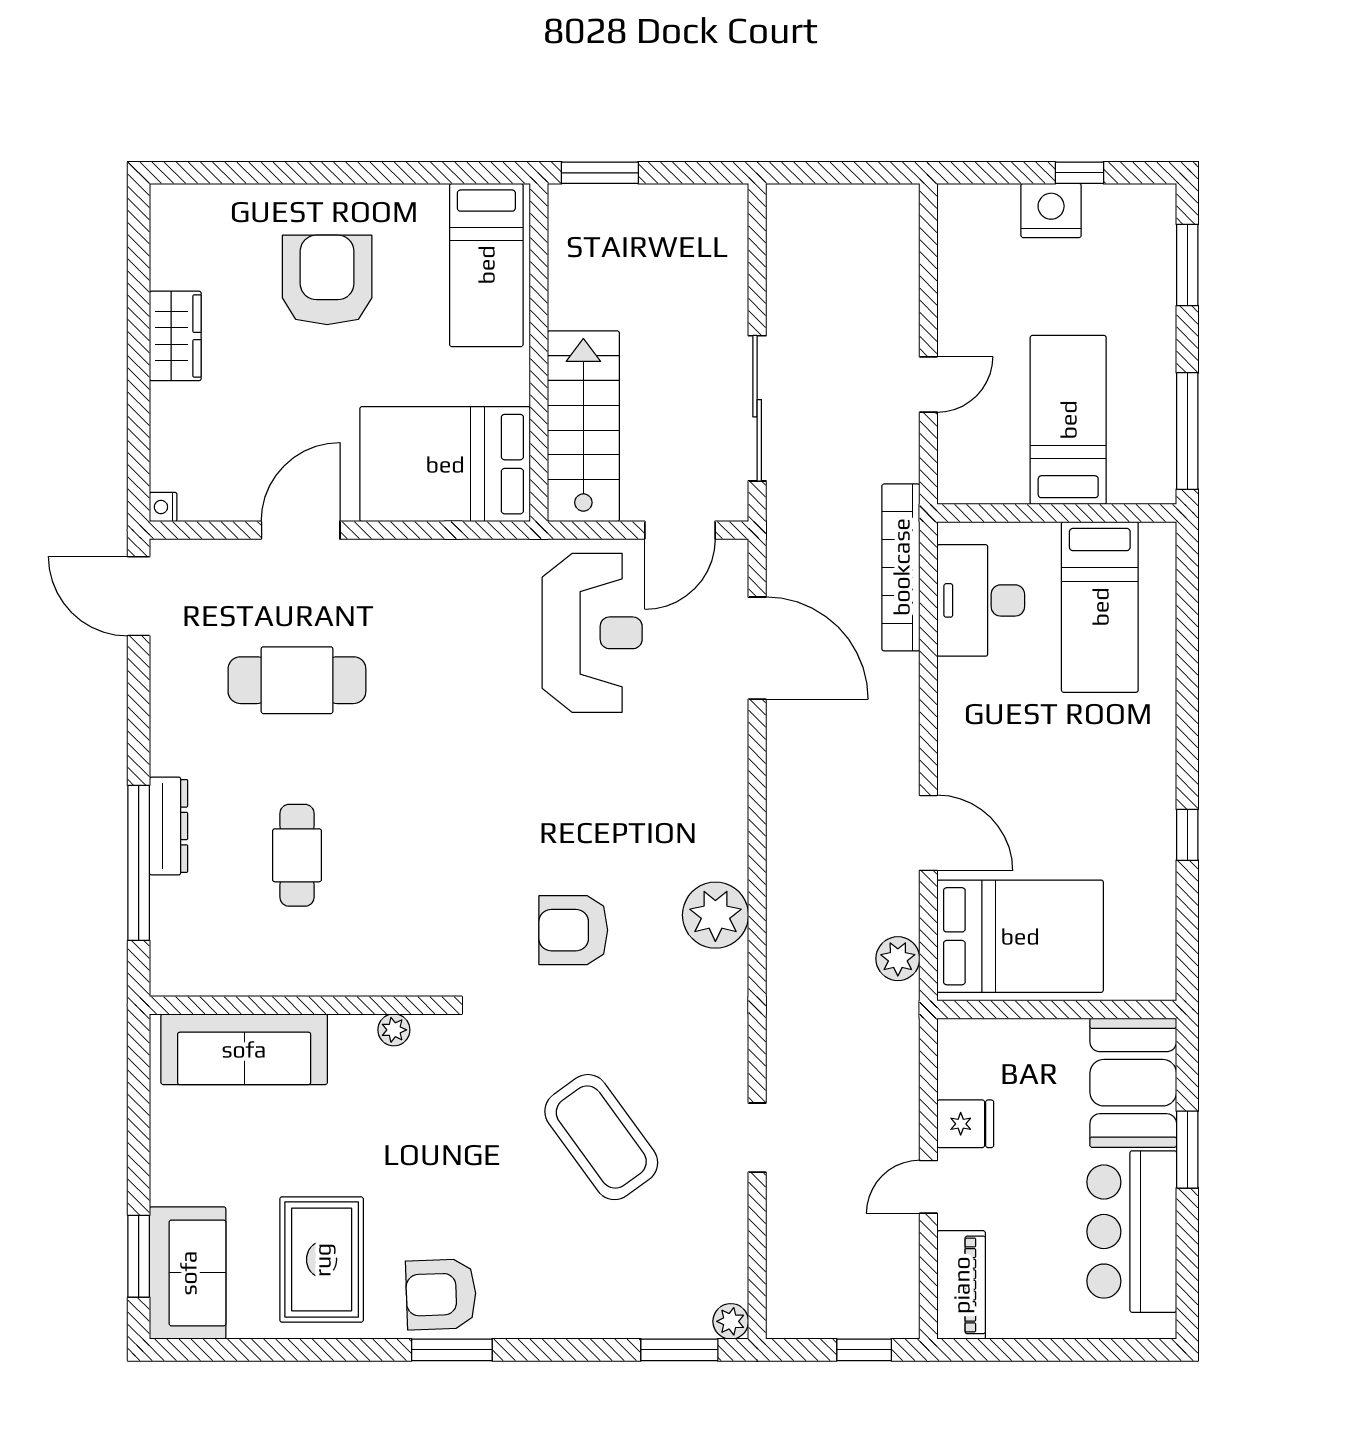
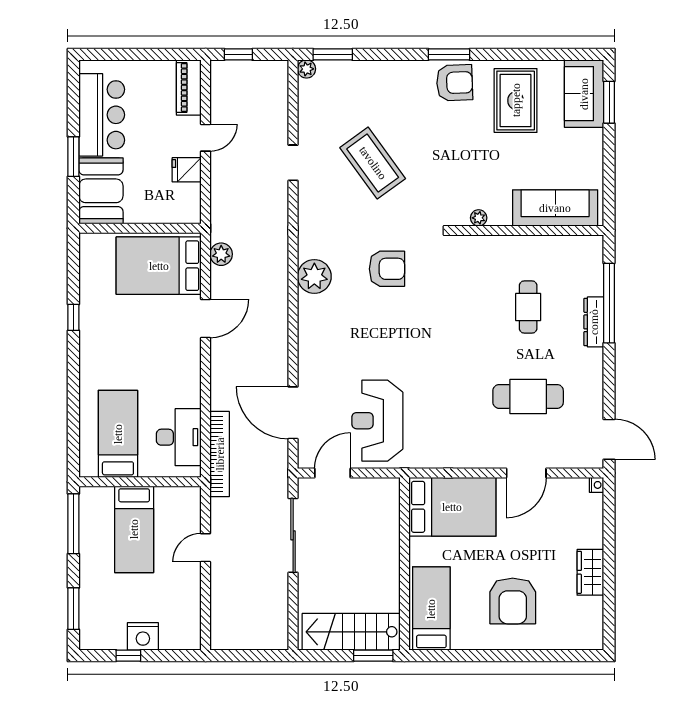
stairs: (583, 426) -> (351, 632), moved, turned 90
door: (928, 833) -> (206, 318), swing flipped

